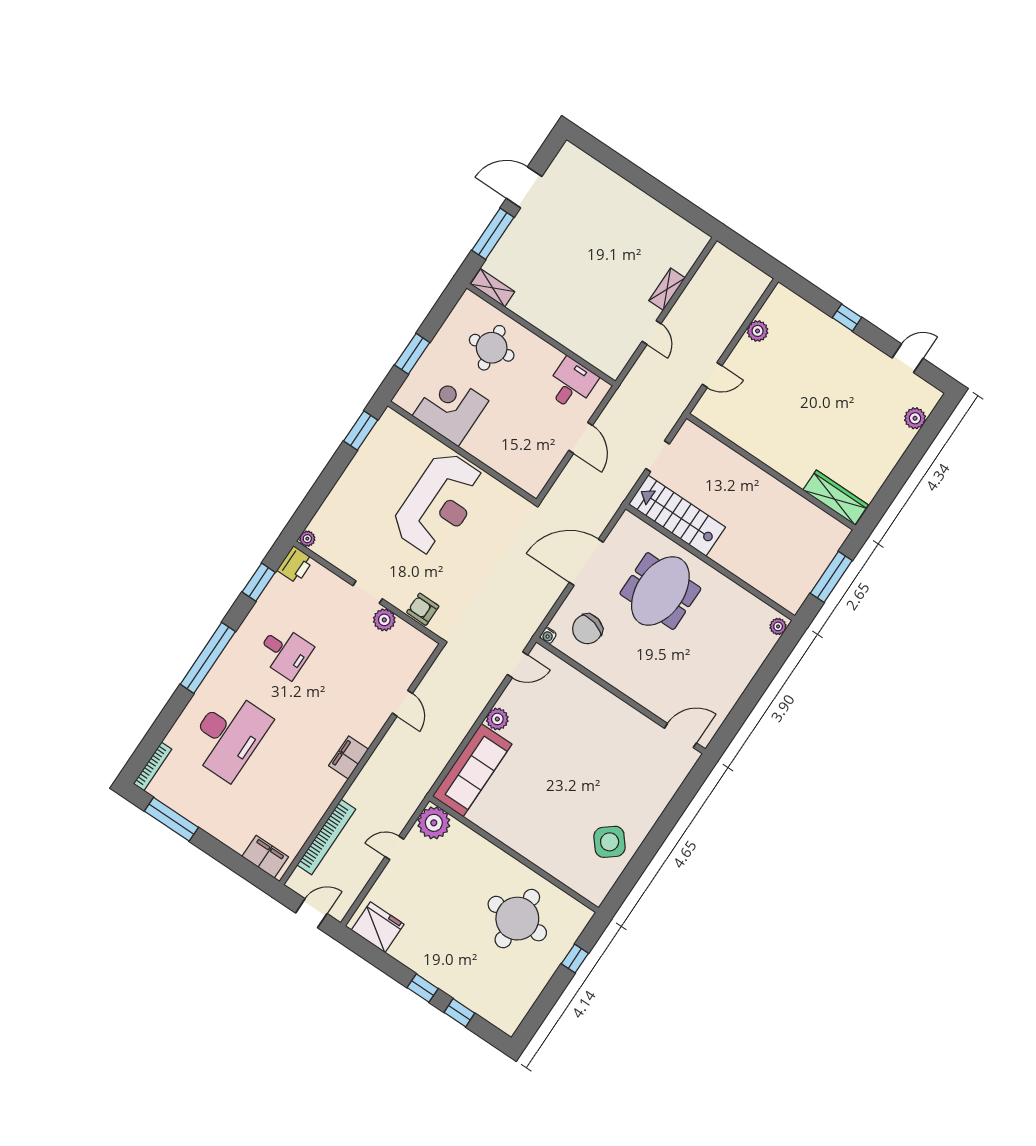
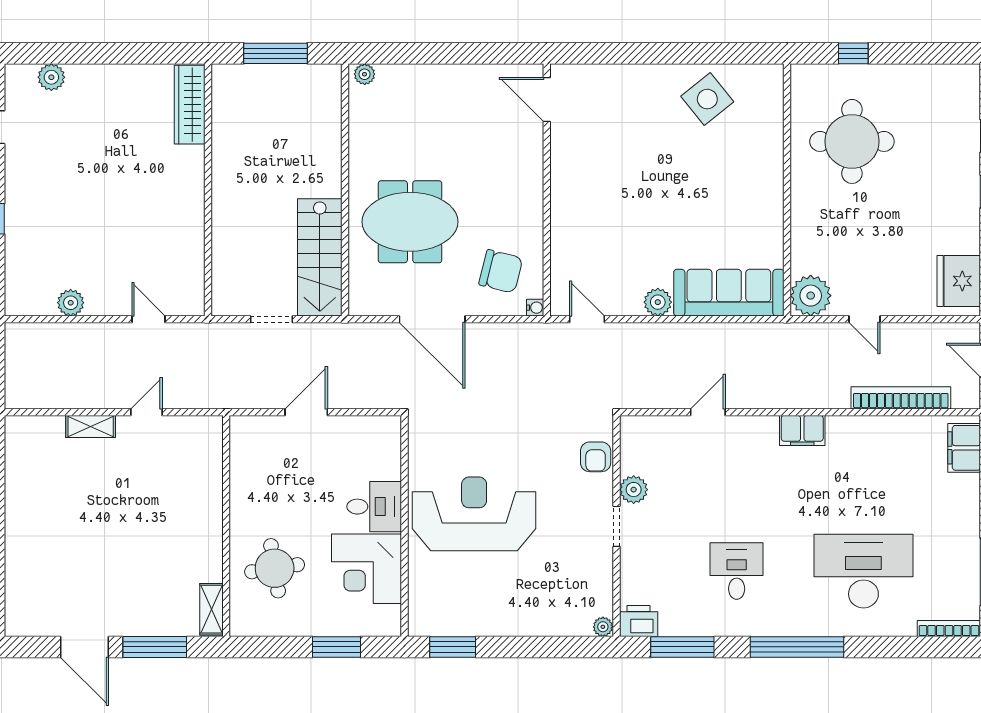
desk: (571, 384) -> (374, 507), moved, turned 180
window: (259, 582) -> (682, 647), width x1.44

